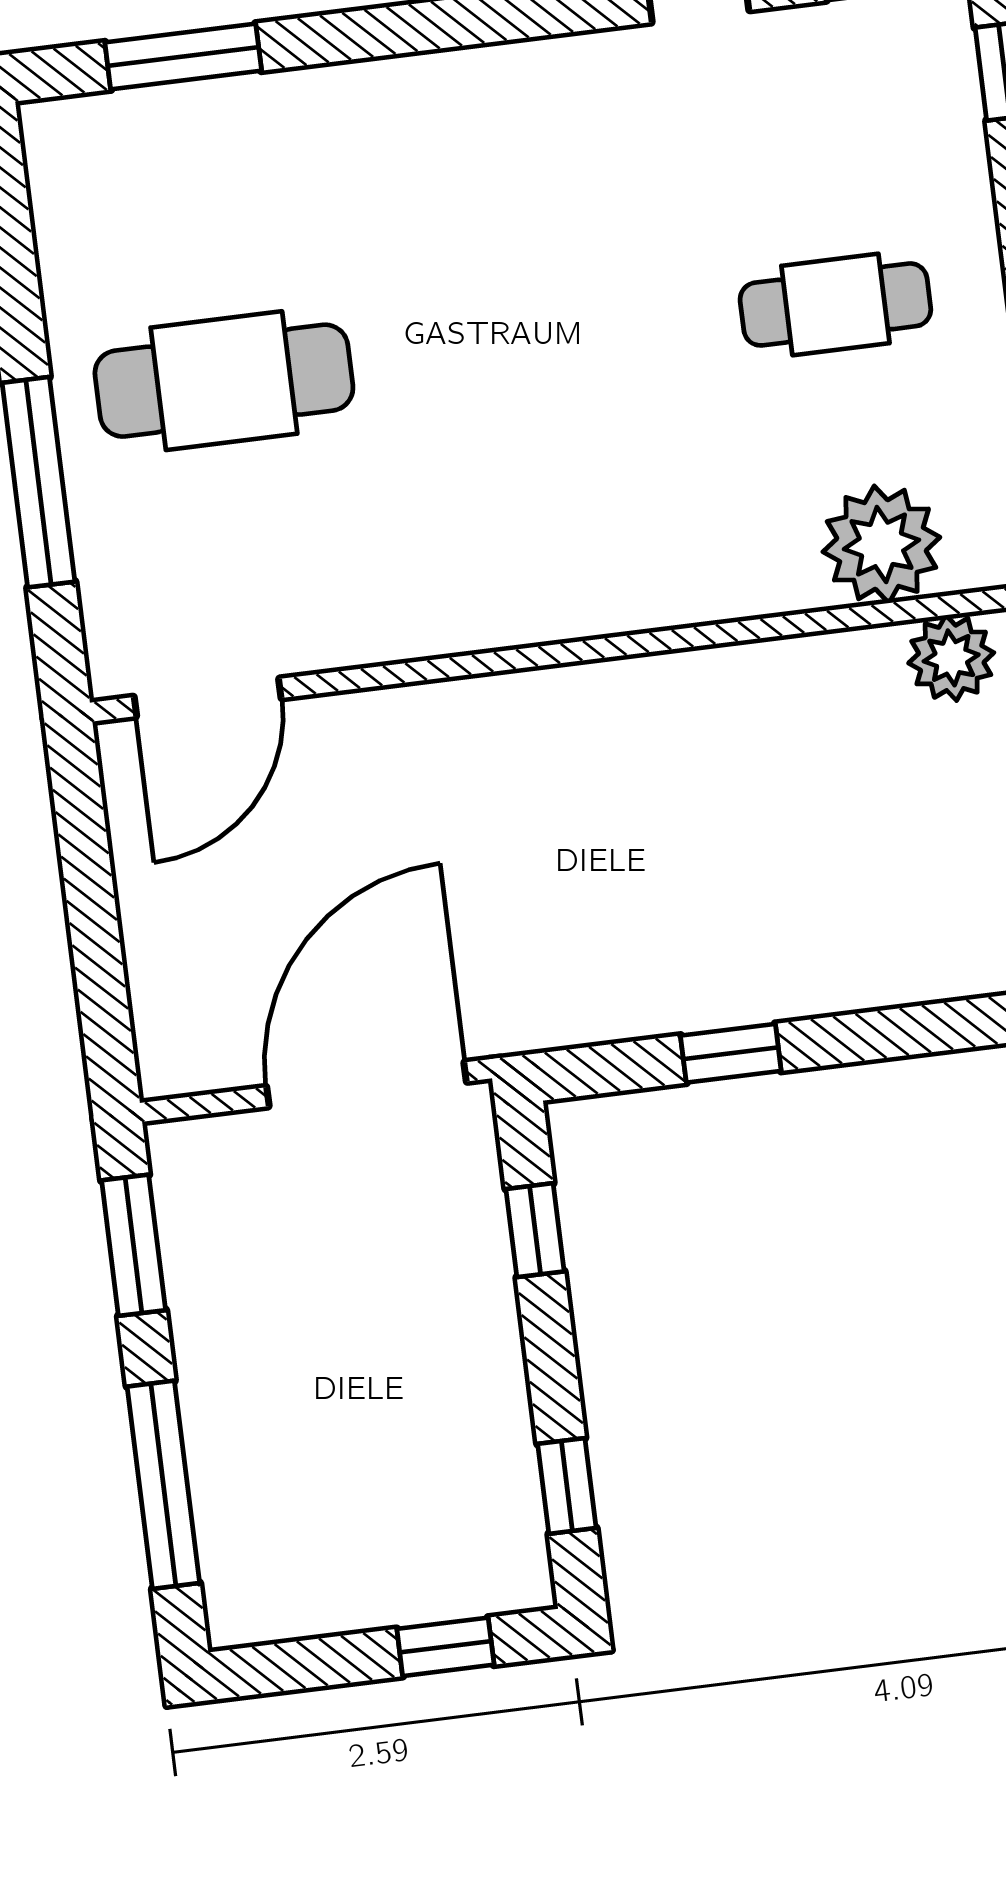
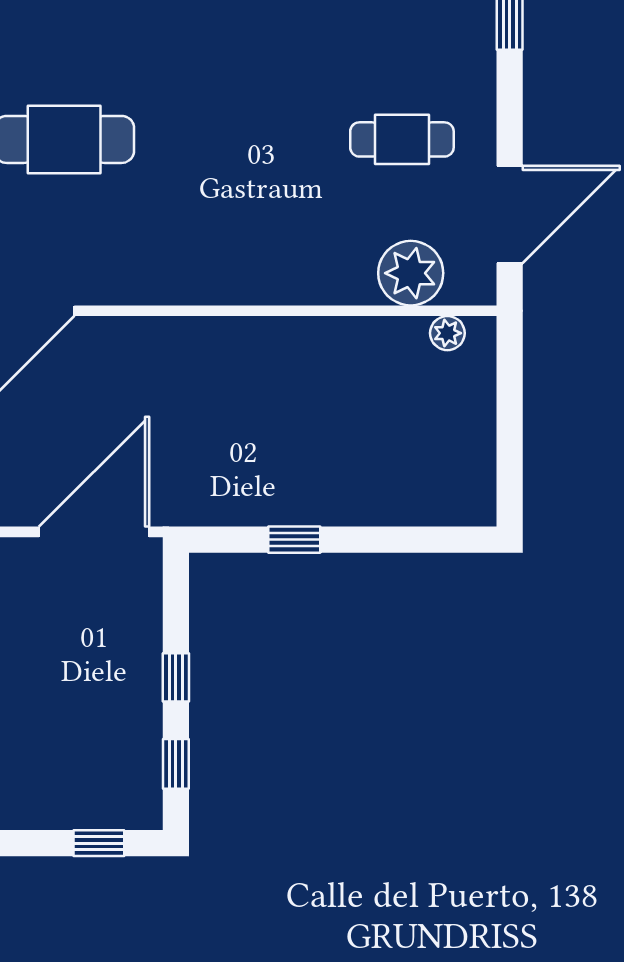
plant: (951, 658) -> (447, 333), width x0.73, depth x0.73
window: (535, 1230) -> (176, 677), moved

